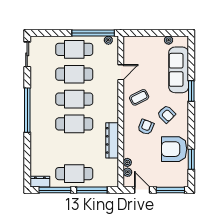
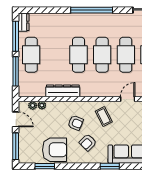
door: (121, 72) -> (128, 99), swing flipped
armchair: (174, 149) -> (55, 150), turned 90
door: (142, 190) -> (16, 119), hinge flipped

